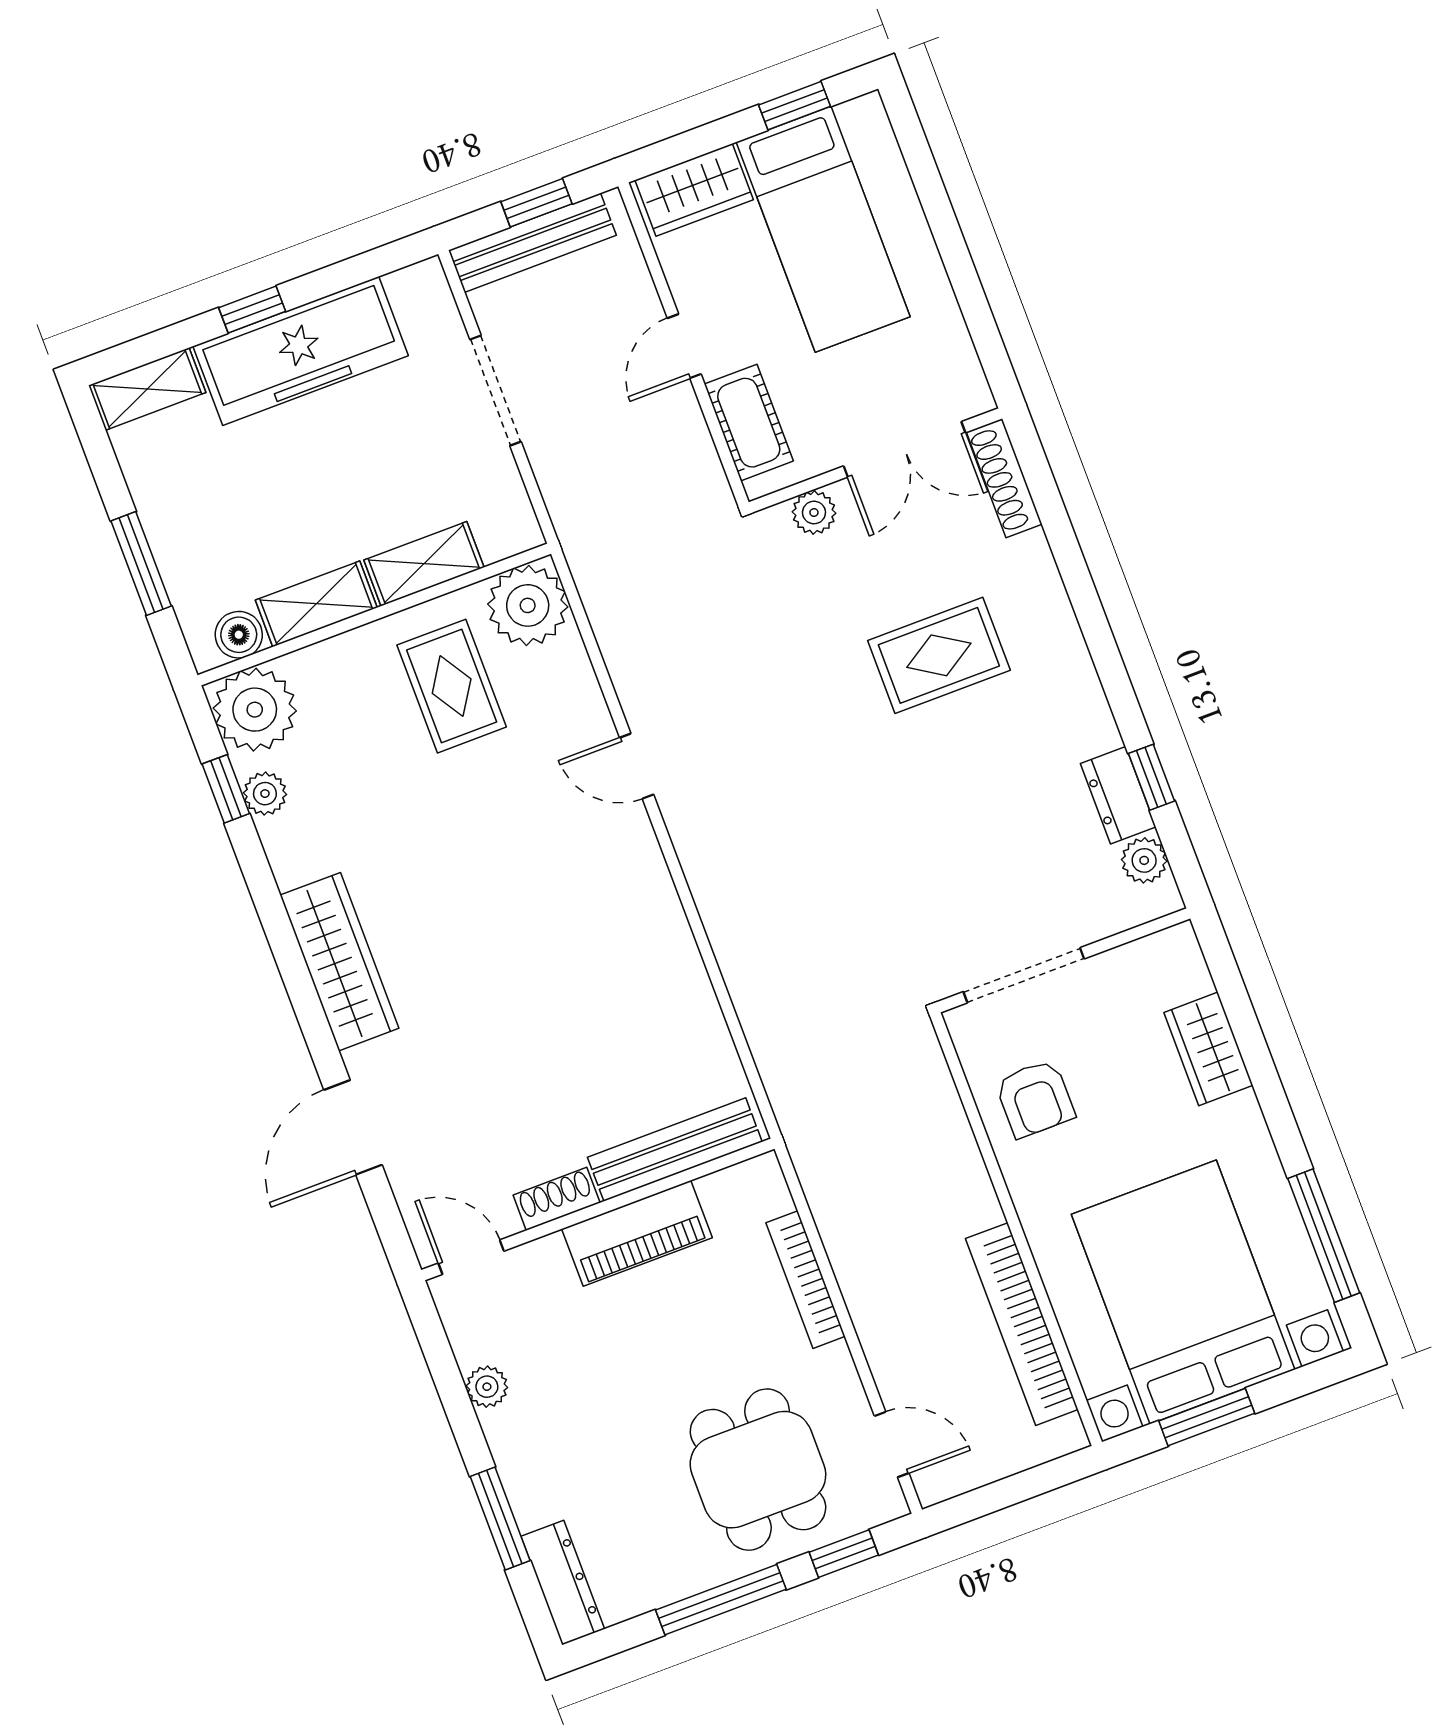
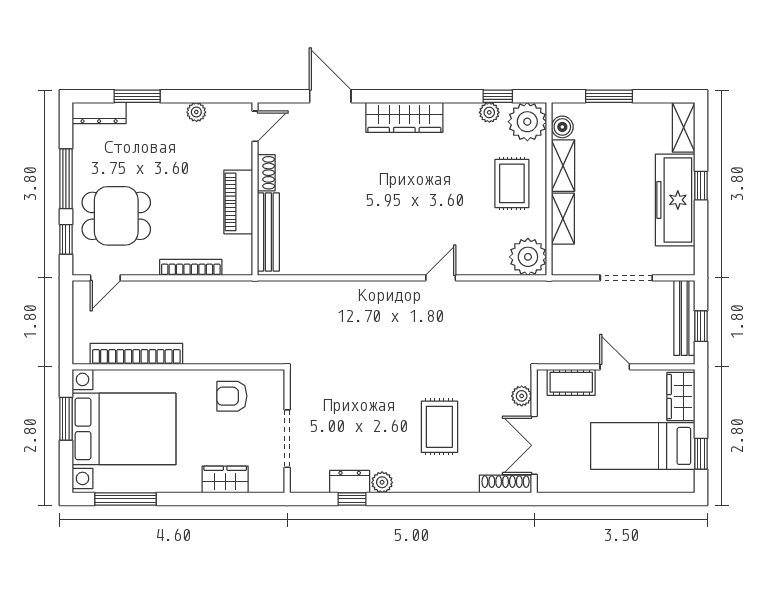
rug: (452, 686) -> (512, 183), moved, turned 90
plant: (1144, 860) -> (382, 482), moved
doorway: (1024, 975) -> (287, 439), moved

